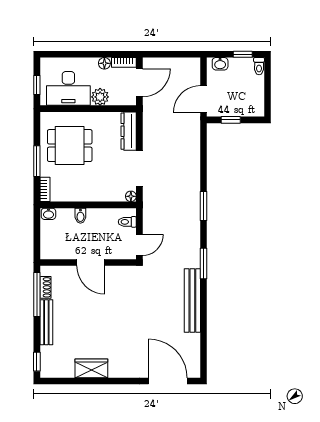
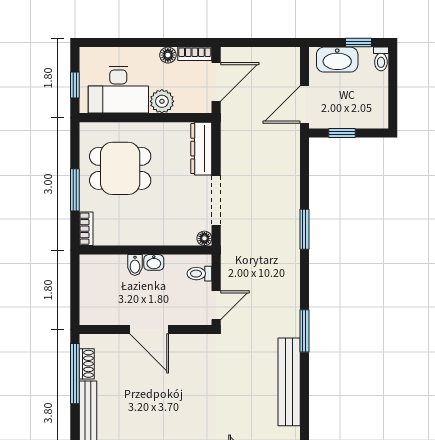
washbasin: (220, 64) -> (337, 60), width x1.91, depth x1.45
window: (203, 206) -> (304, 229), moved
washbasin: (48, 214) -> (154, 262), moved

